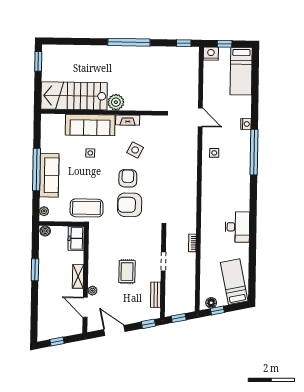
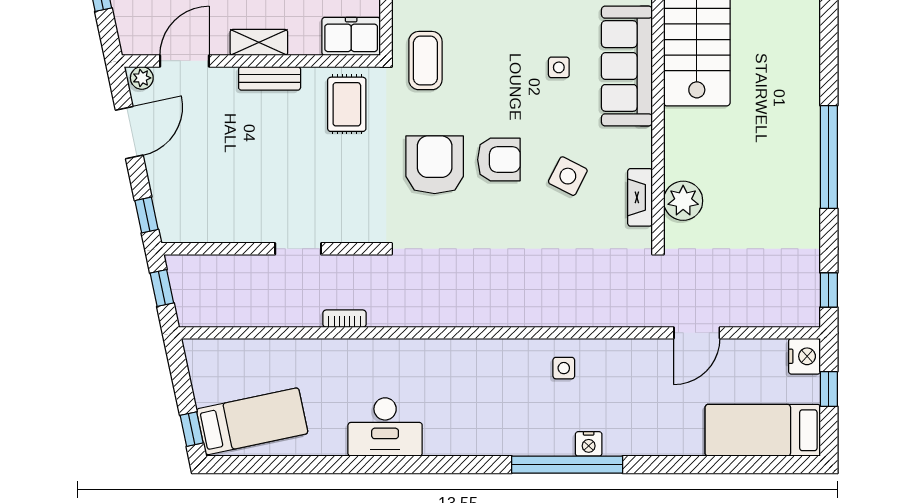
plant: (116, 102) -> (683, 201), moved
door: (200, 117) -> (697, 333), moved
fireplace: (128, 120) -> (640, 197), moved
nightstand: (246, 124) -> (589, 444), moved
coffee table: (87, 208) -> (425, 61), width x0.73, depth x0.76
rug: (127, 272) -> (347, 104), moved, turned 90
plant: (92, 291) -> (142, 78), moved
bench: (156, 295) -> (270, 78), moved
floor lamp: (211, 303) -> (200, 366), removed
window: (217, 310) -> (192, 429), moved

